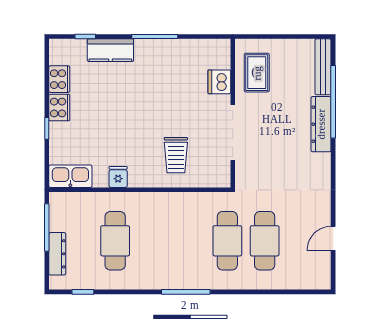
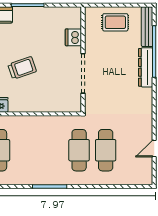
rug: (257, 73) -> (115, 22), moved, turned 90
trolley: (176, 155) -> (22, 68), moved, turned -109

